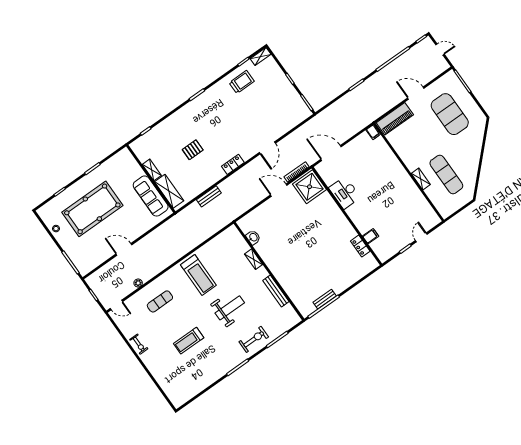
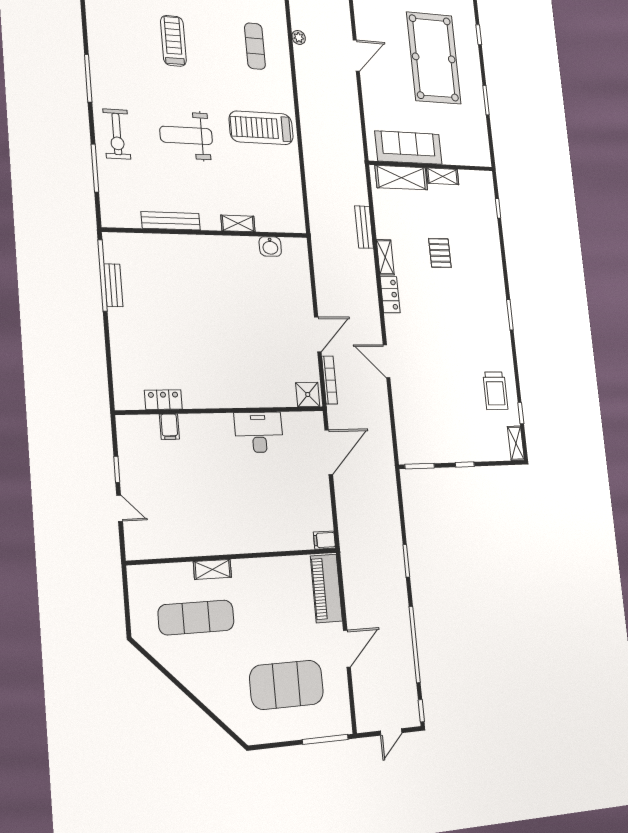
shelving: (216, 177) -> (385, 257), added
shower: (310, 187) -> (308, 394), width x0.54, depth x0.54
weight bench: (230, 308) -> (186, 135), turned 90

